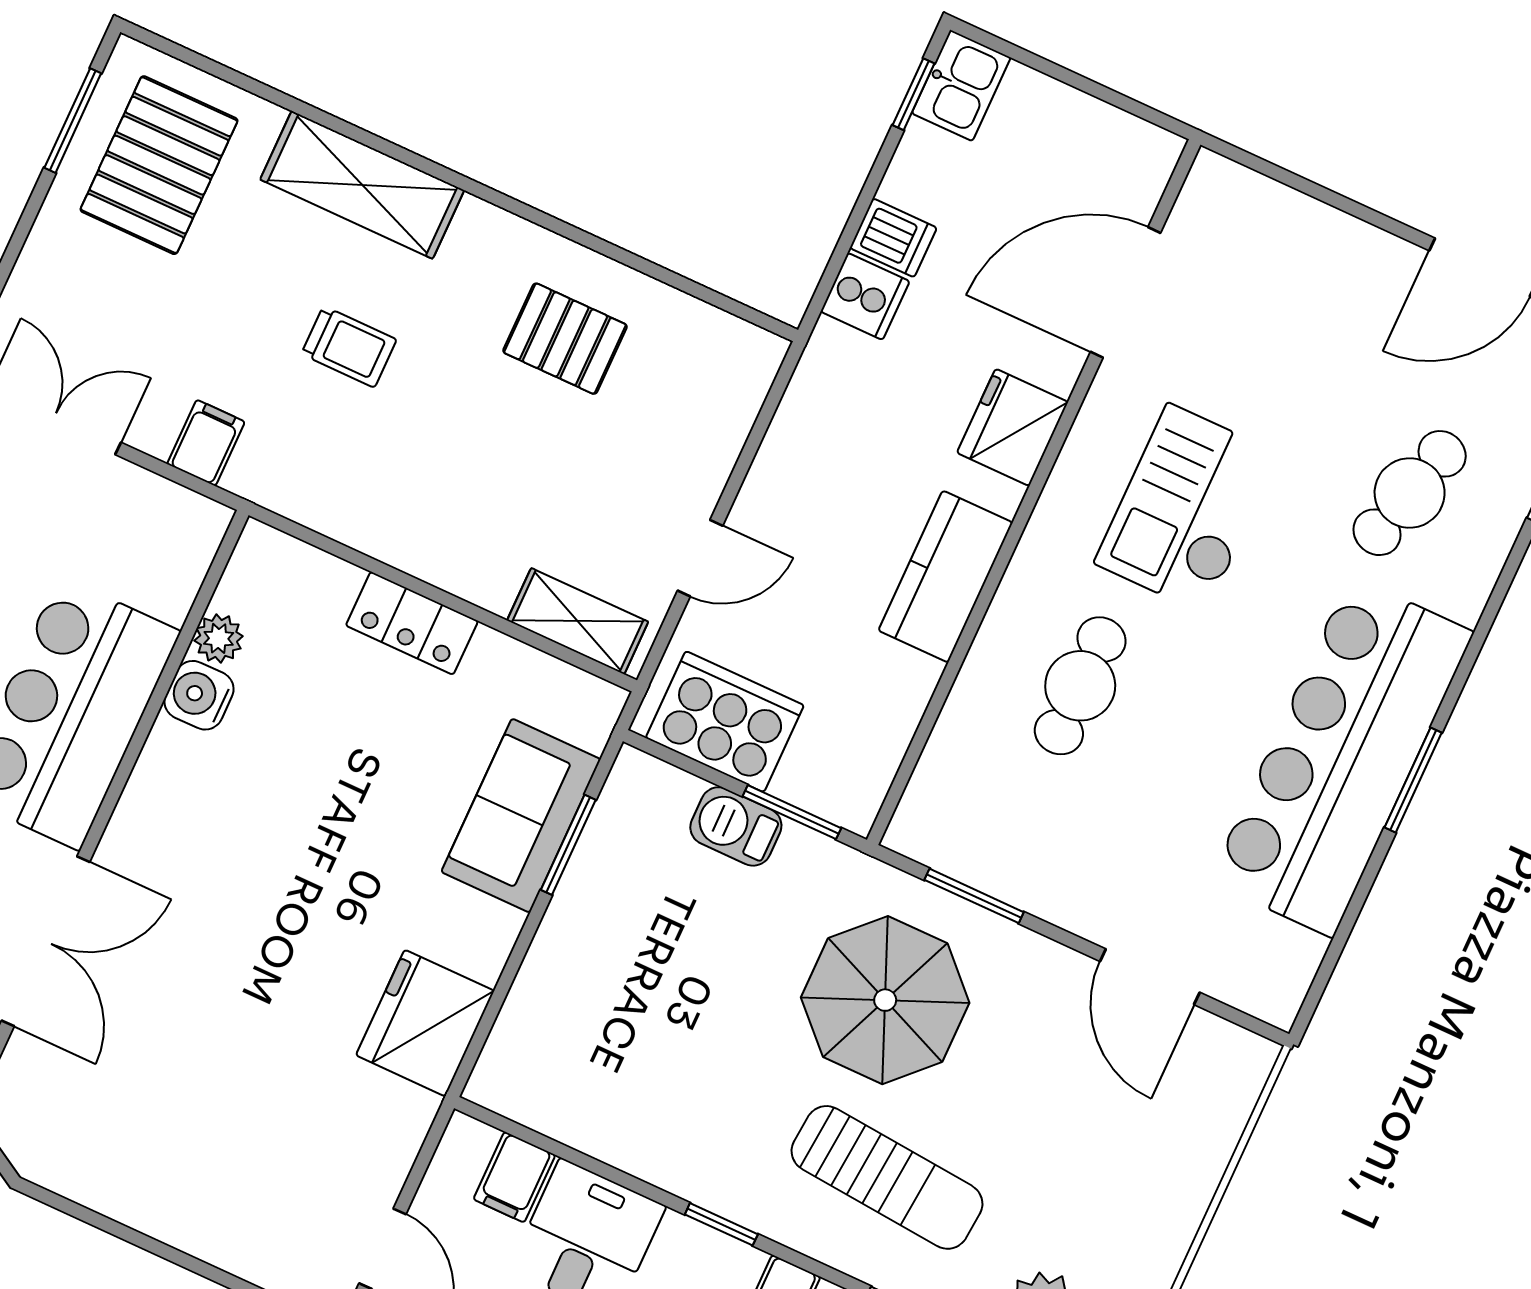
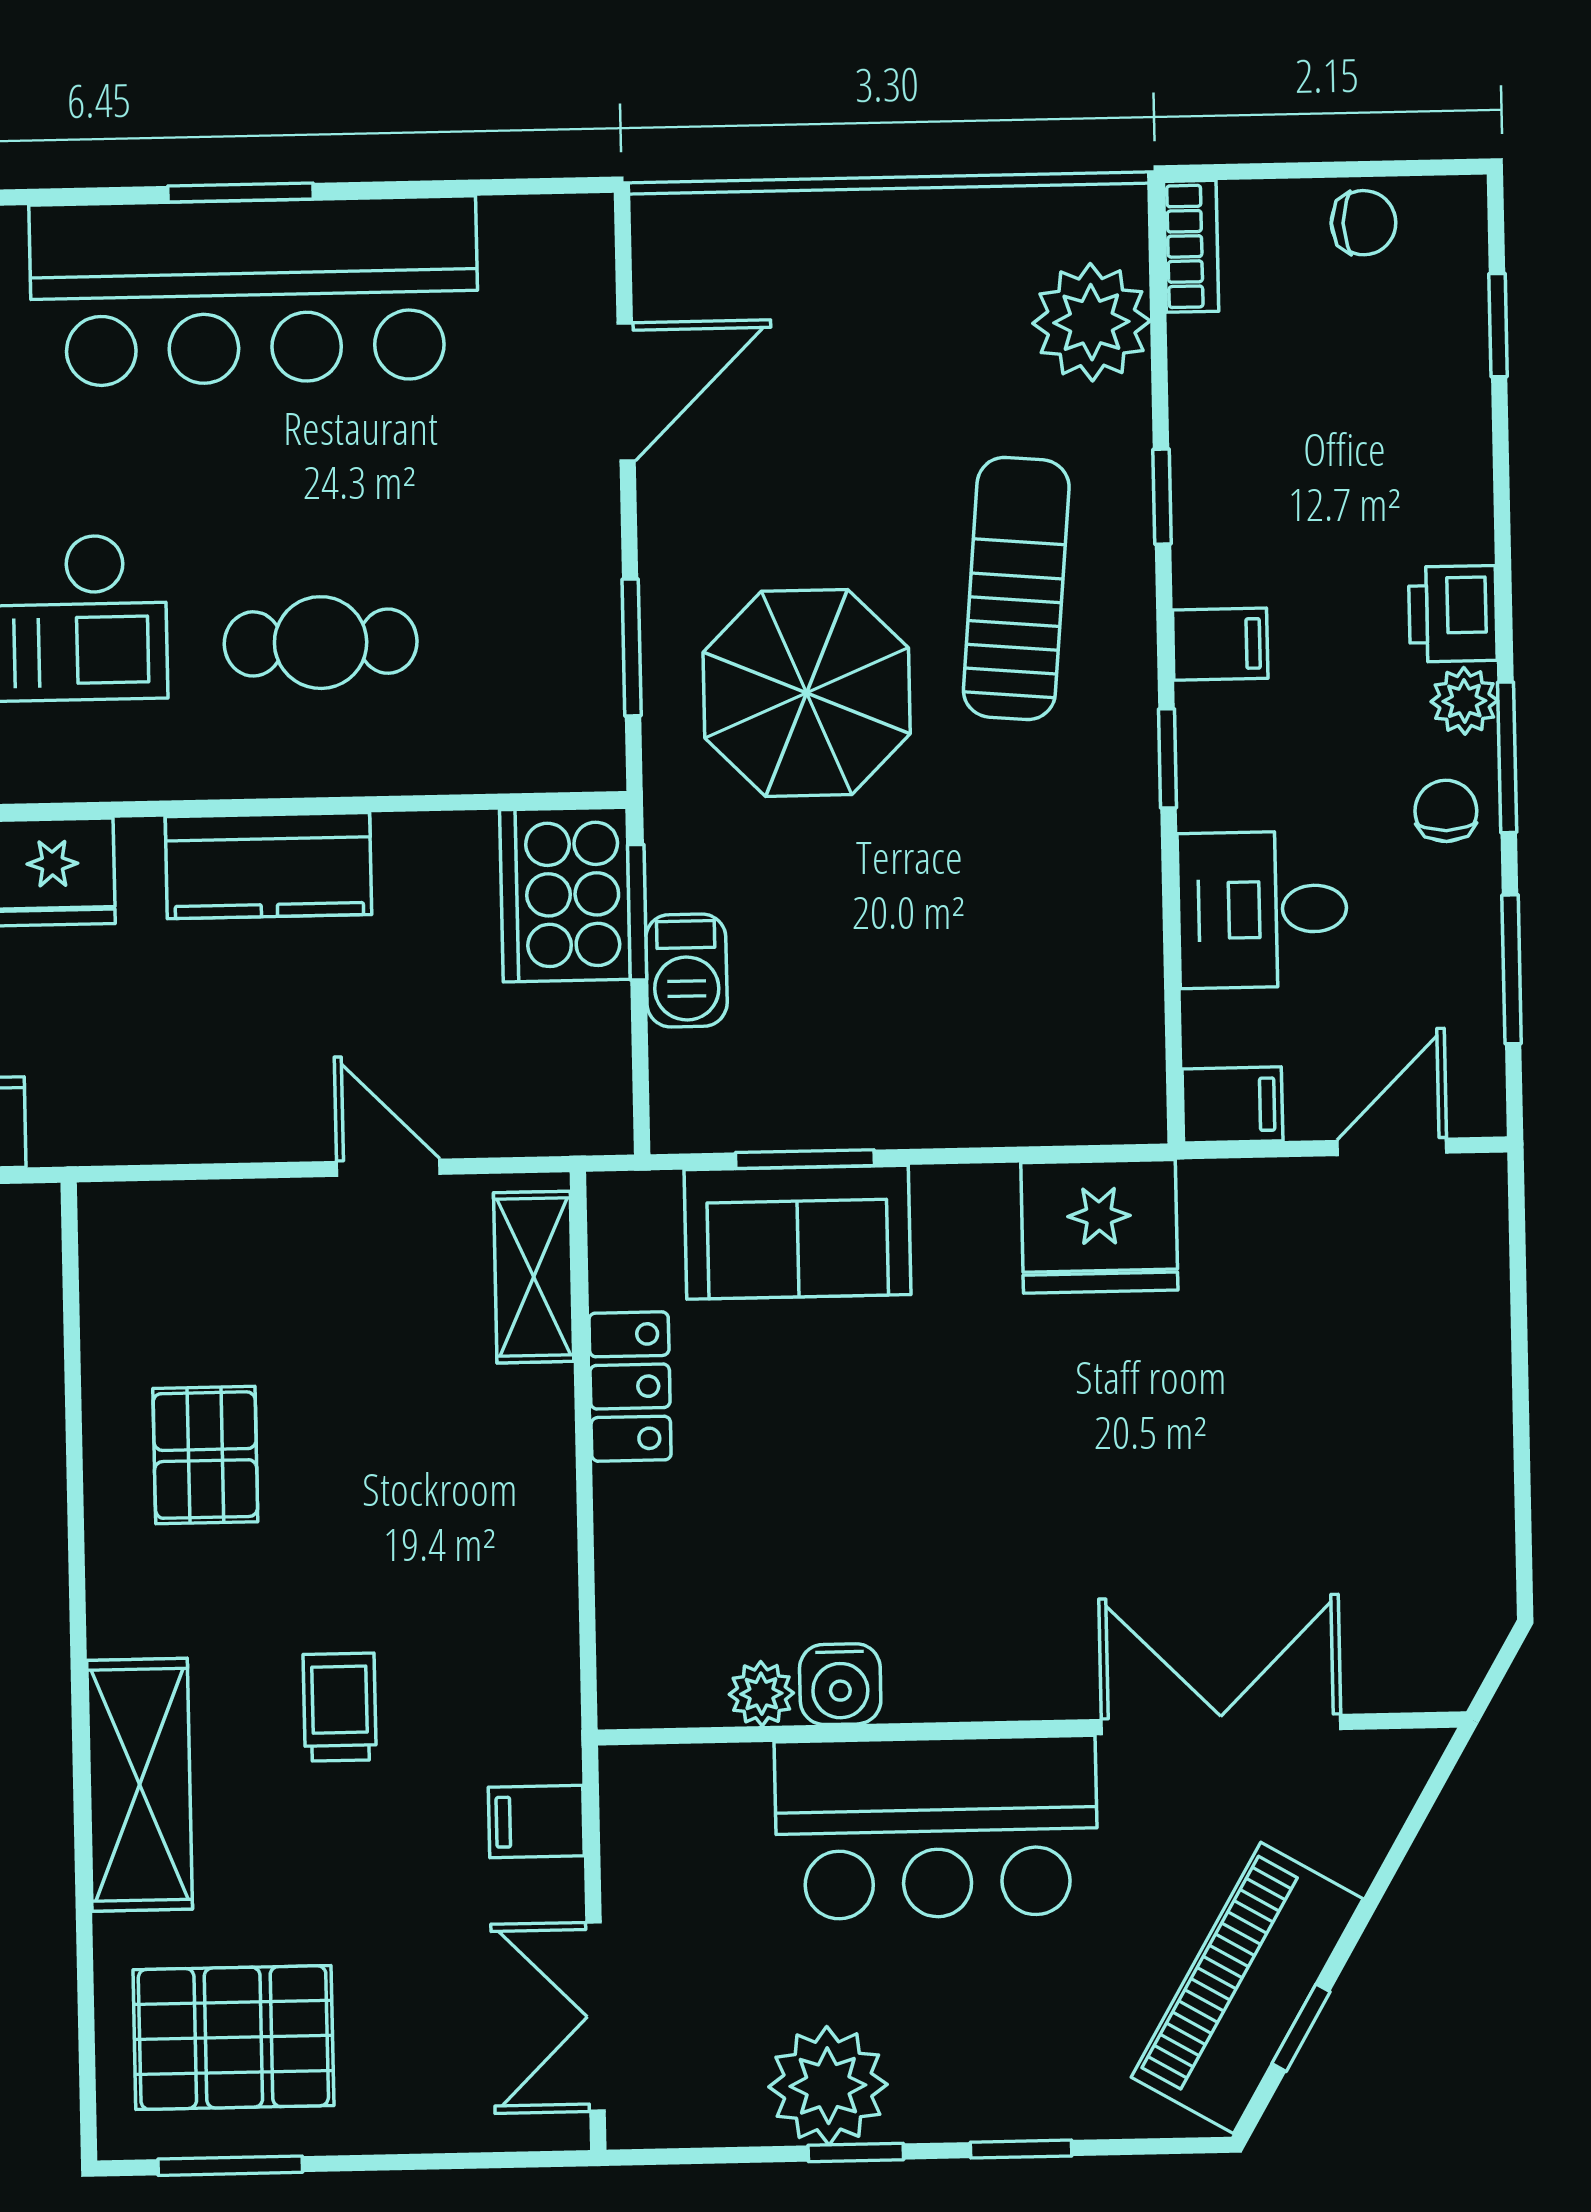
locker: (412, 623) -> (630, 1387), moved
cooker: (725, 722) -> (565, 895), moved
filing cabinet: (514, 1177) -> (1232, 1105), moved

